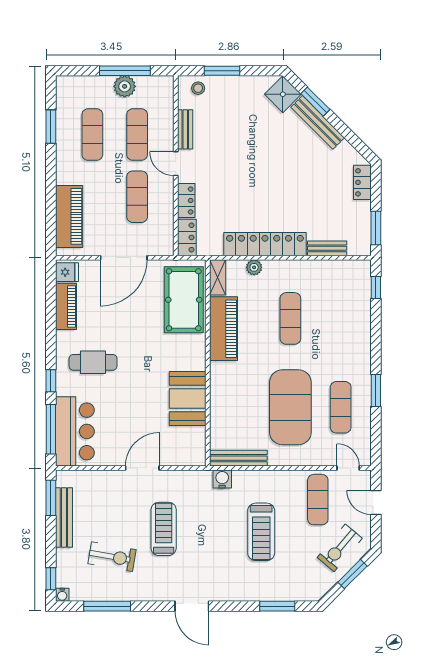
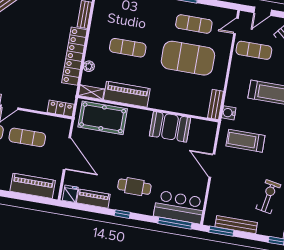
locker: (186, 200) -> (36, 104), removed
cafe table: (93, 362) -> (134, 187), turned 90
window: (51, 381) -> (122, 214), moved
bench: (238, 458) -> (215, 105), width x0.73
treadmill: (164, 529) -> (245, 141), moved

